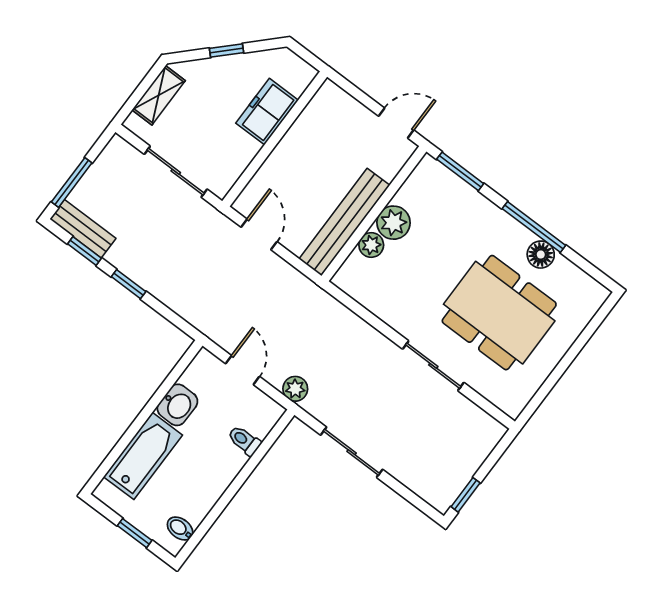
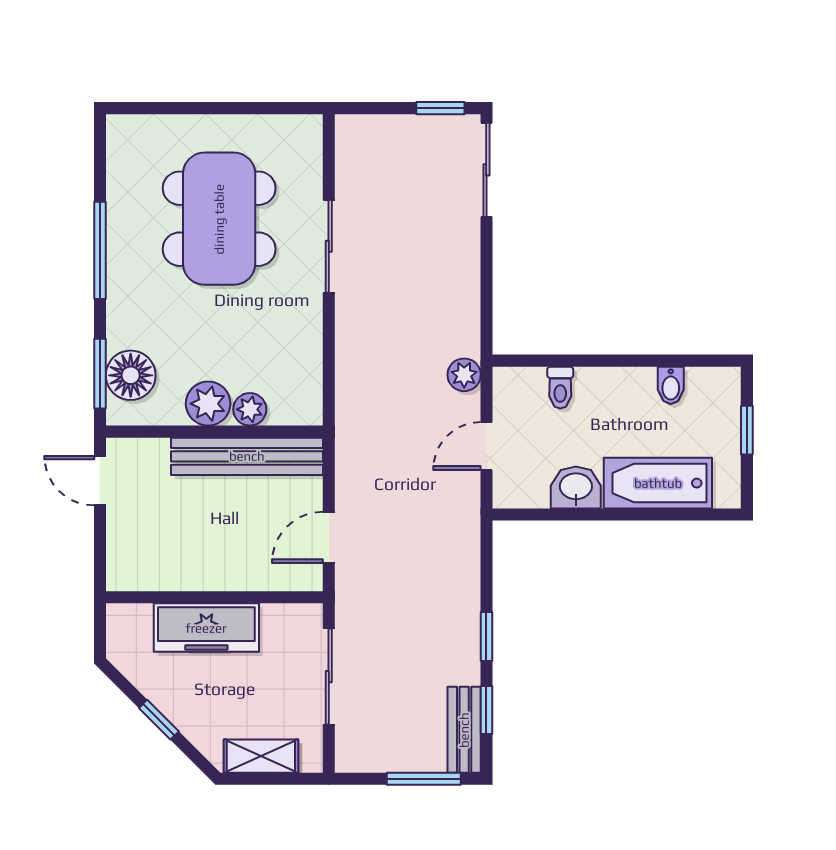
freezer: (267, 112) -> (206, 628), width x1.40
floor lamp: (541, 255) -> (131, 375), moved, width x1.38, depth x1.38
sliding door: (352, 452) -> (486, 170), moved
bidet: (180, 528) -> (671, 385), moved

